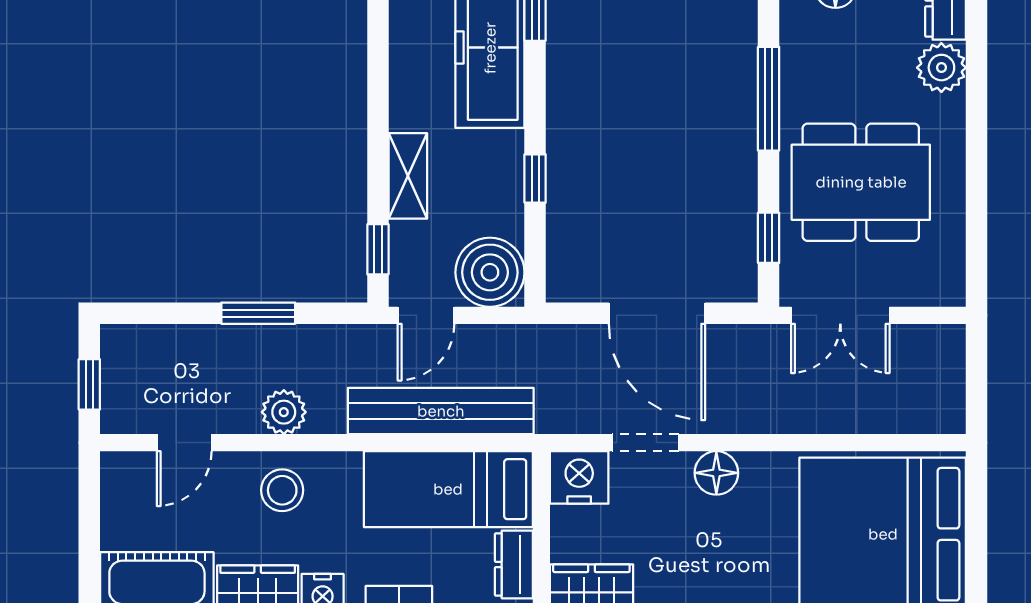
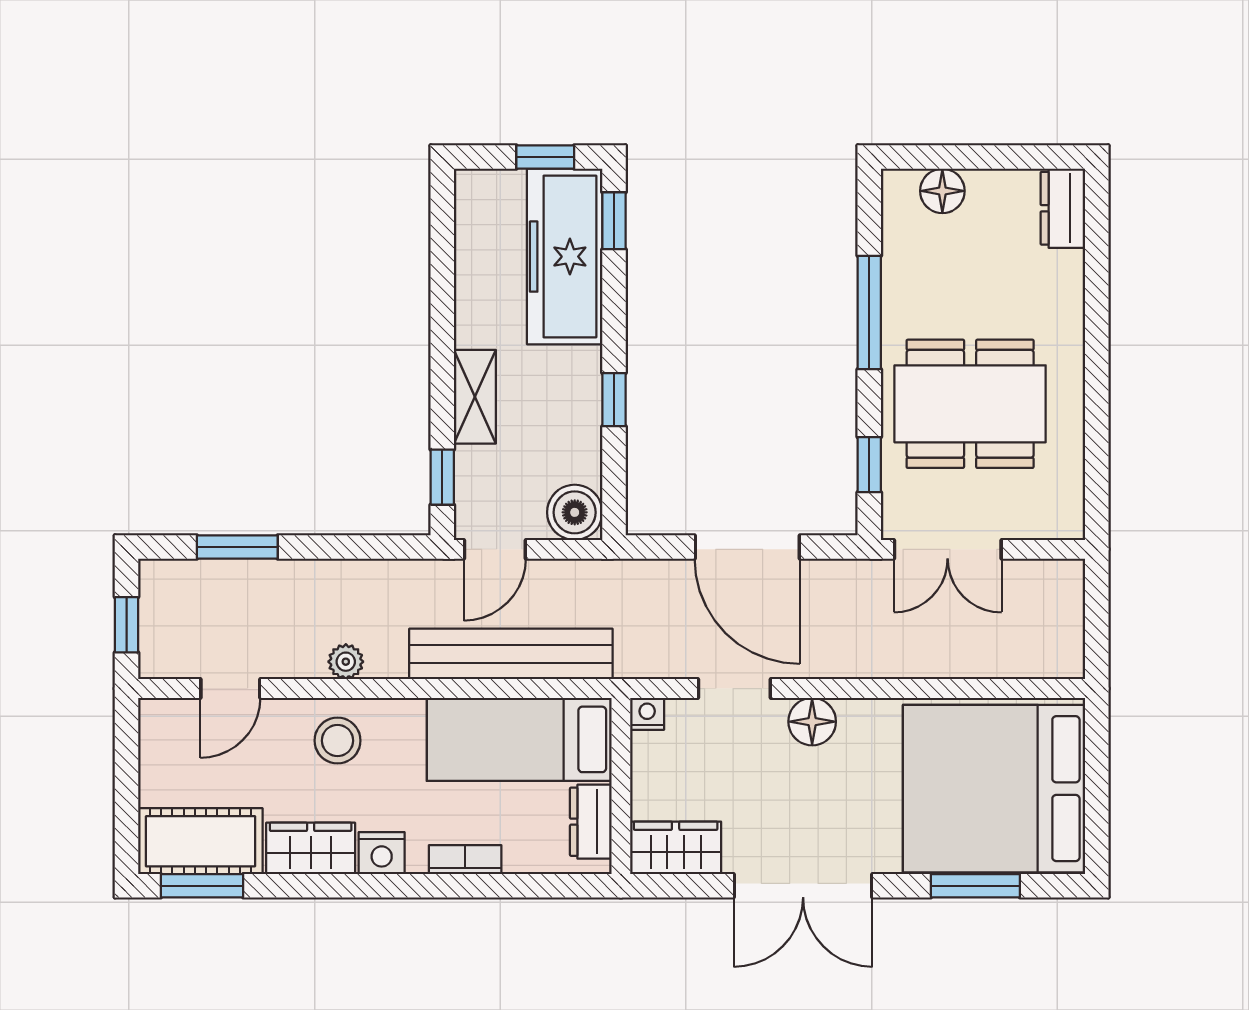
plant: (941, 68) -> (1058, 278), removed
boiler: (490, 272) -> (575, 512), width x0.73, depth x0.73
window: (258, 313) -> (237, 547), moved
plant: (284, 412) -> (346, 662), width x0.73, depth x0.73
nightstand: (579, 477) -> (647, 714), width x0.53, depth x0.56

